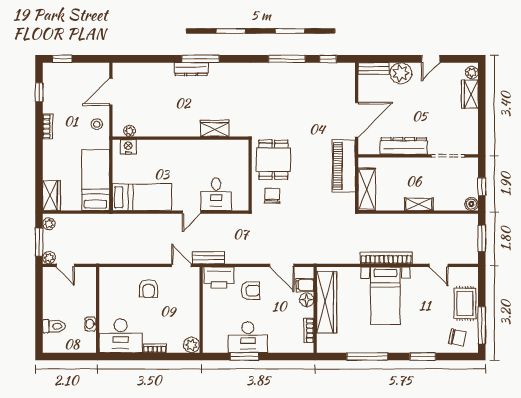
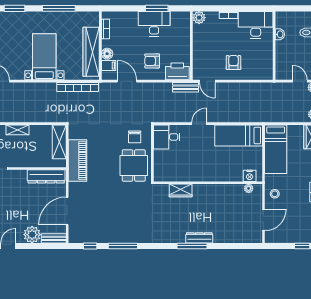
door: (357, 120) -> (67, 211), moved
dresser: (404, 146) -> (46, 176), moved
desk: (216, 194) -> (167, 137), moved, turned -90
bookcase: (386, 258) -> (78, 87), moved

